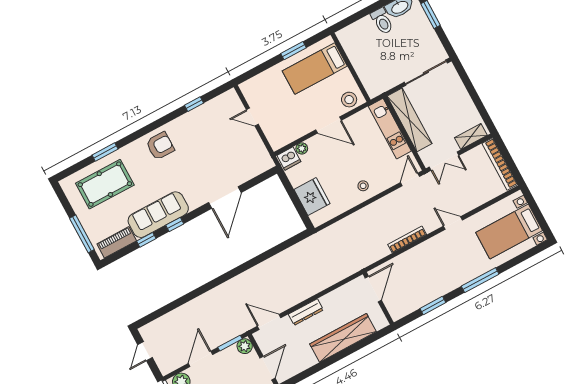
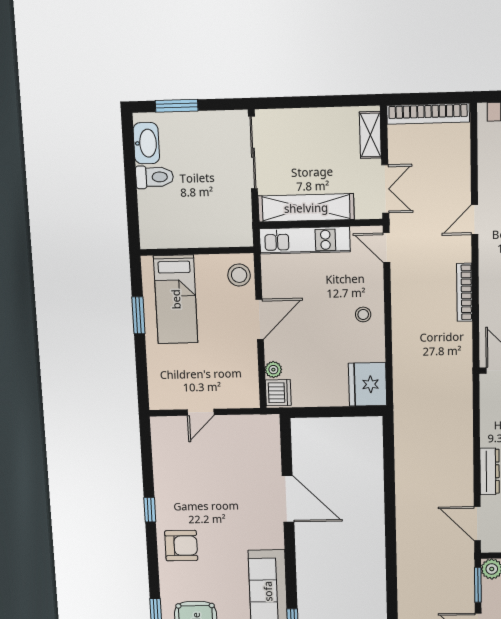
window: (194, 104) -> (150, 510), moved
armchair: (160, 146) -> (181, 546), turned 90
fridge: (312, 196) -> (368, 384), moved, turned -90
window: (175, 224) -> (291, 577), removed
door: (269, 322) -> (477, 524), hinge flipped

